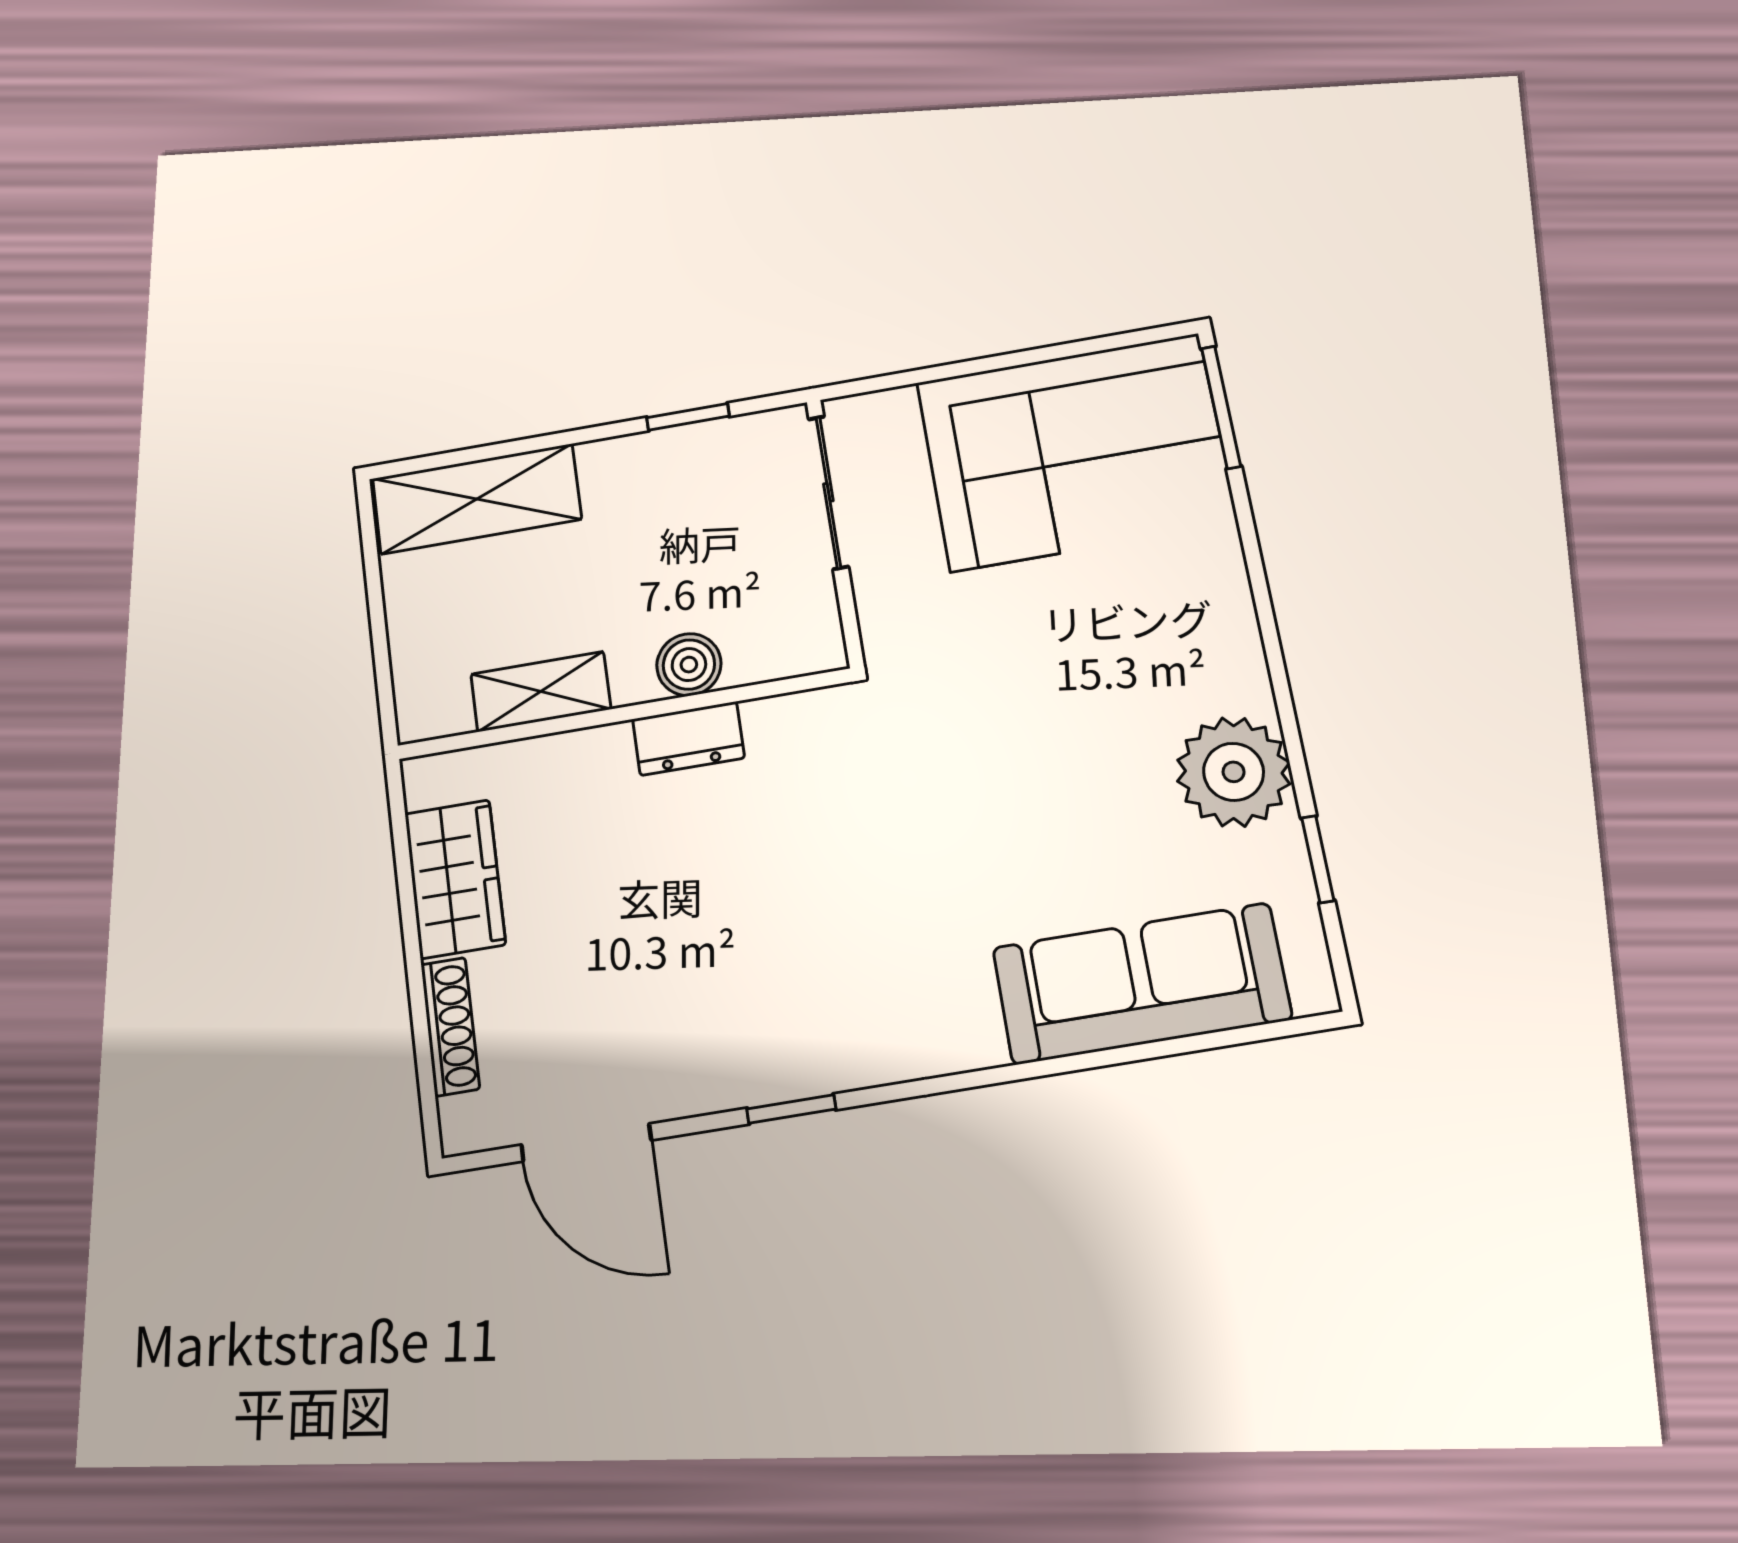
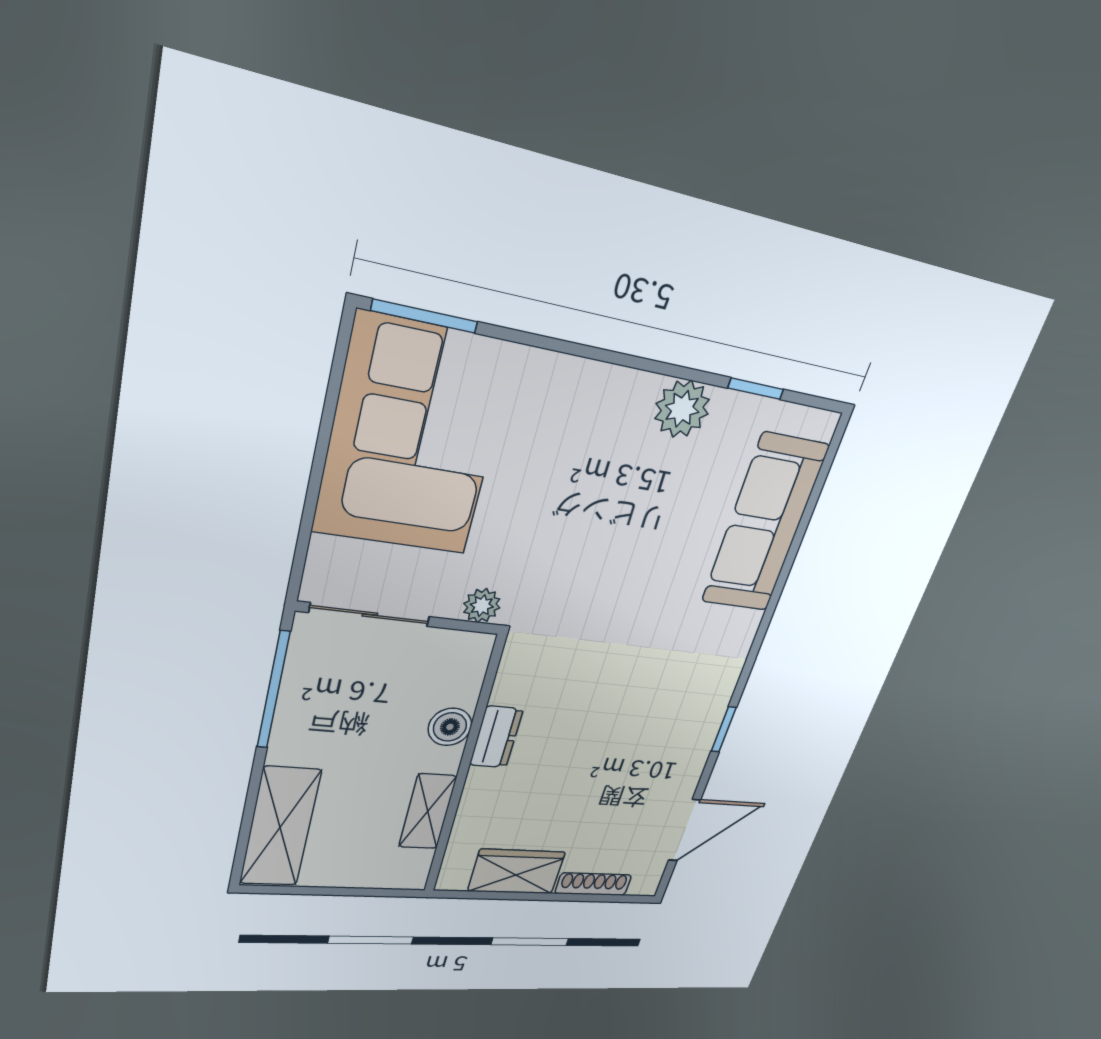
window: (688, 417) -> (273, 690), width x2.17
plant: (885, 629) -> (482, 606), added
plant: (1234, 772) -> (682, 409), width x0.73, depth x0.73

